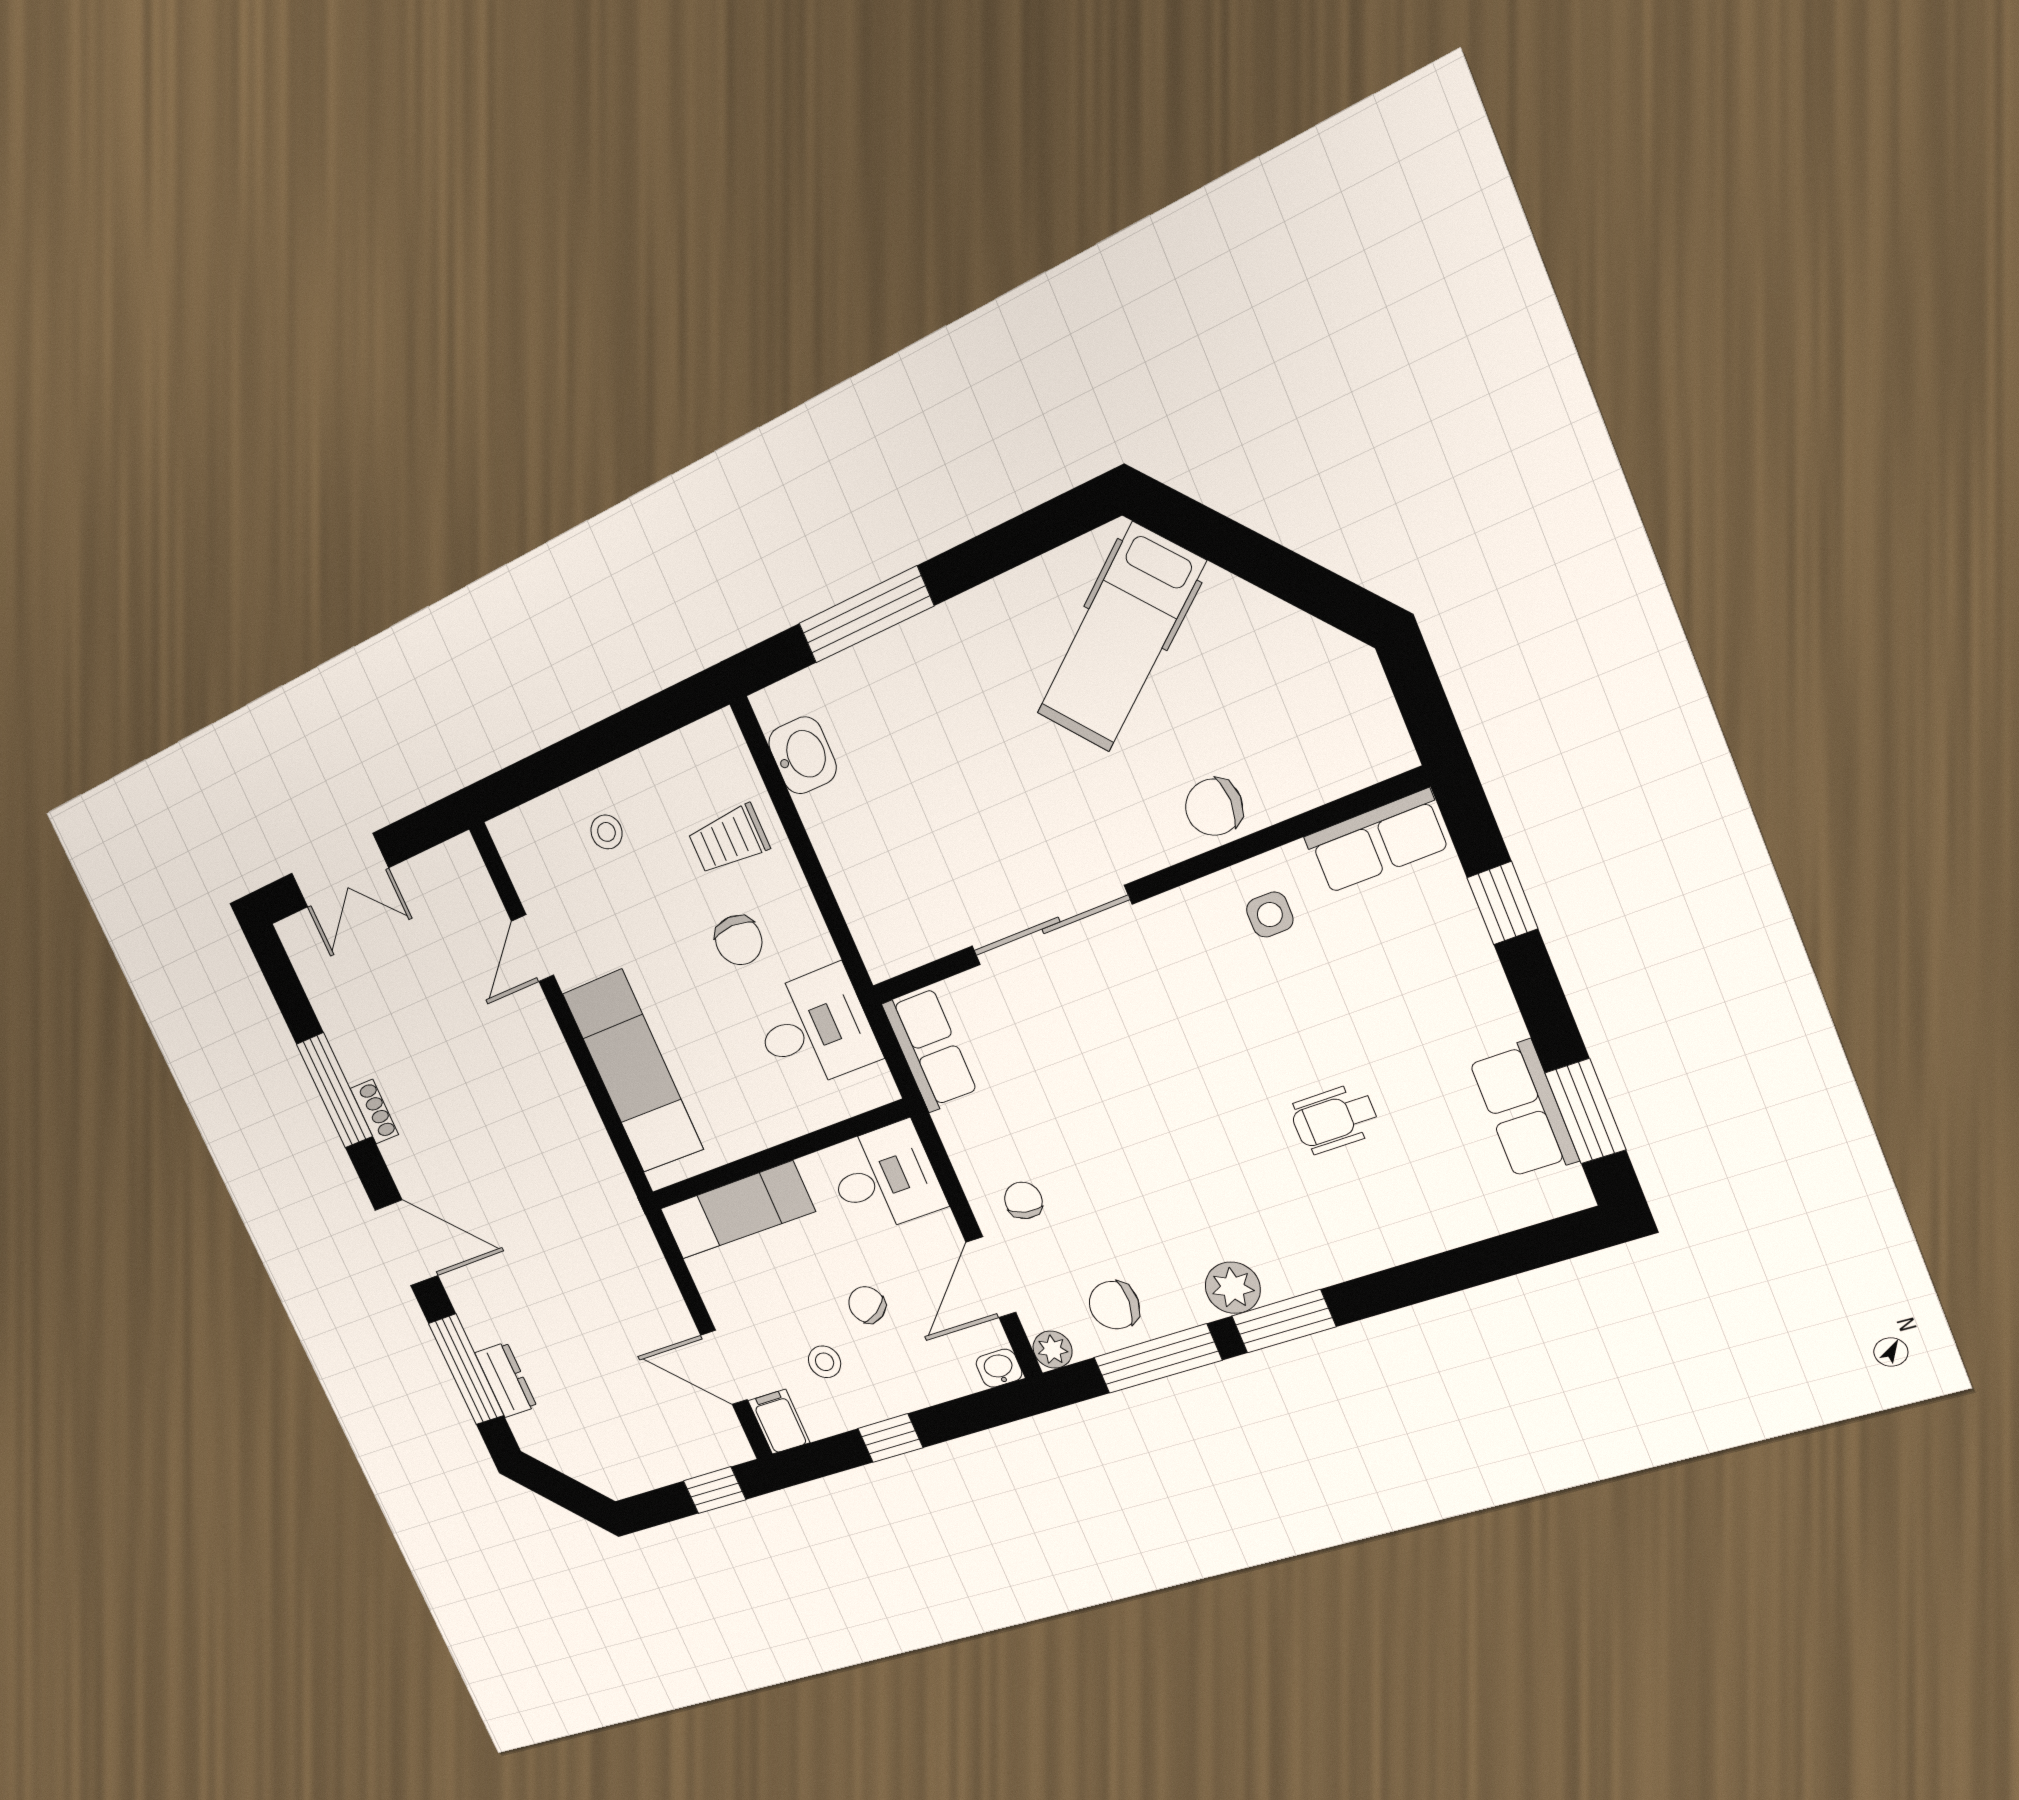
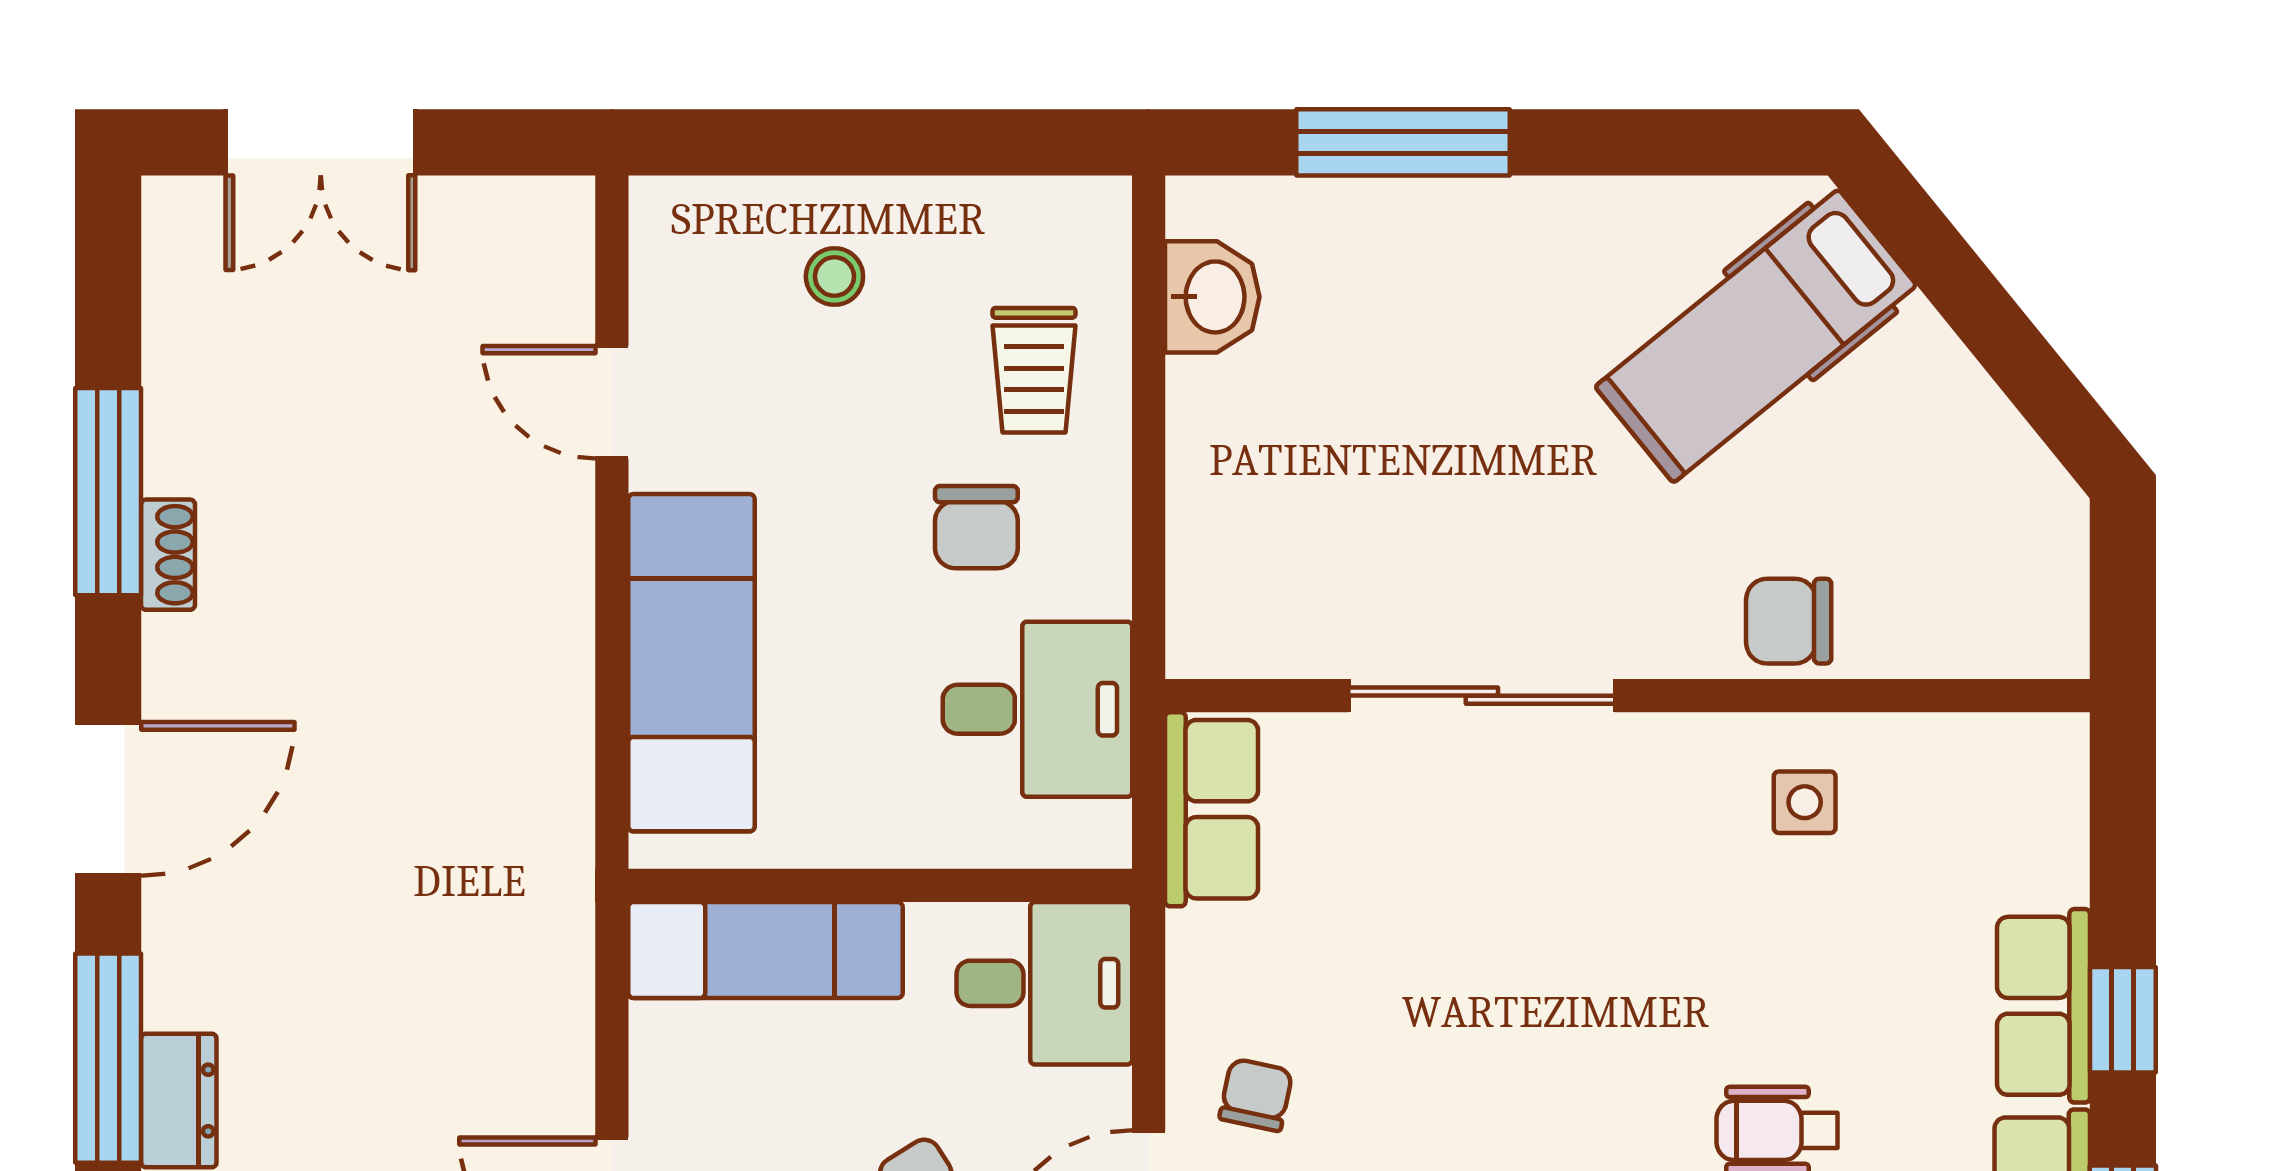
trolley: (729, 839) -> (1034, 370), turned -90
row of seats: (1378, 841) -> (2044, 1006), moved, turned 90
window: (1503, 903) -> (2123, 1020), moved
door: (533, 948) -> (612, 402), hinge flipped
door: (406, 1243) -> (108, 799), hinge flipped

